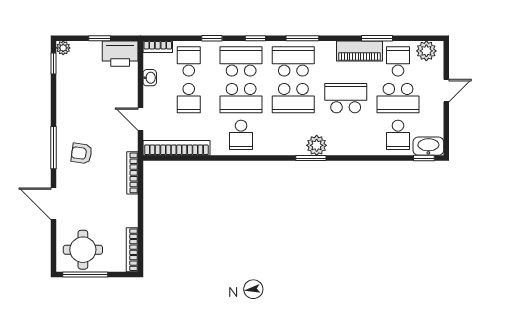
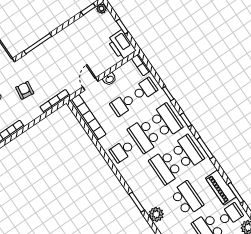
washbasin: (150, 78) -> (109, 79), moved
plant: (317, 145) -> (156, 214), moved
armchair: (82, 153) -> (25, 90), moved

